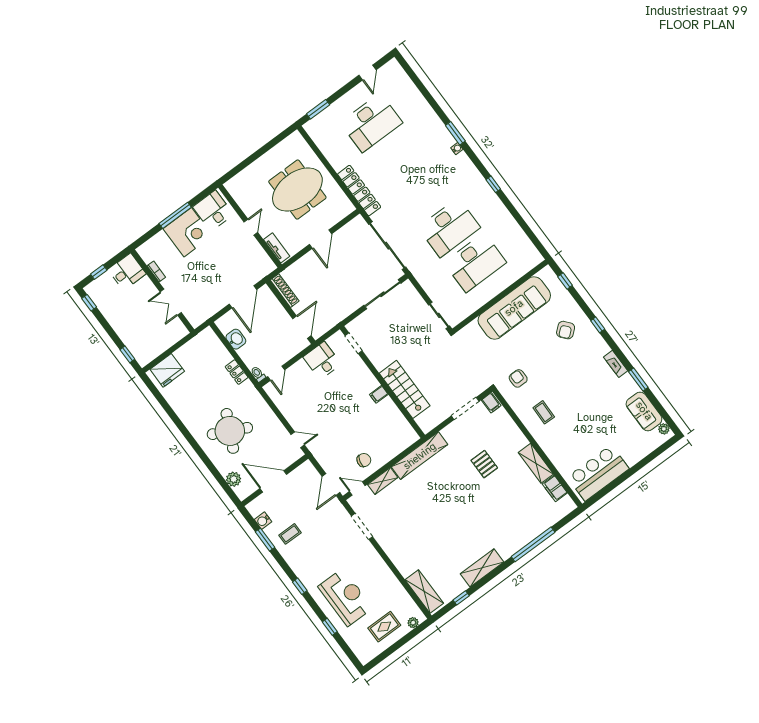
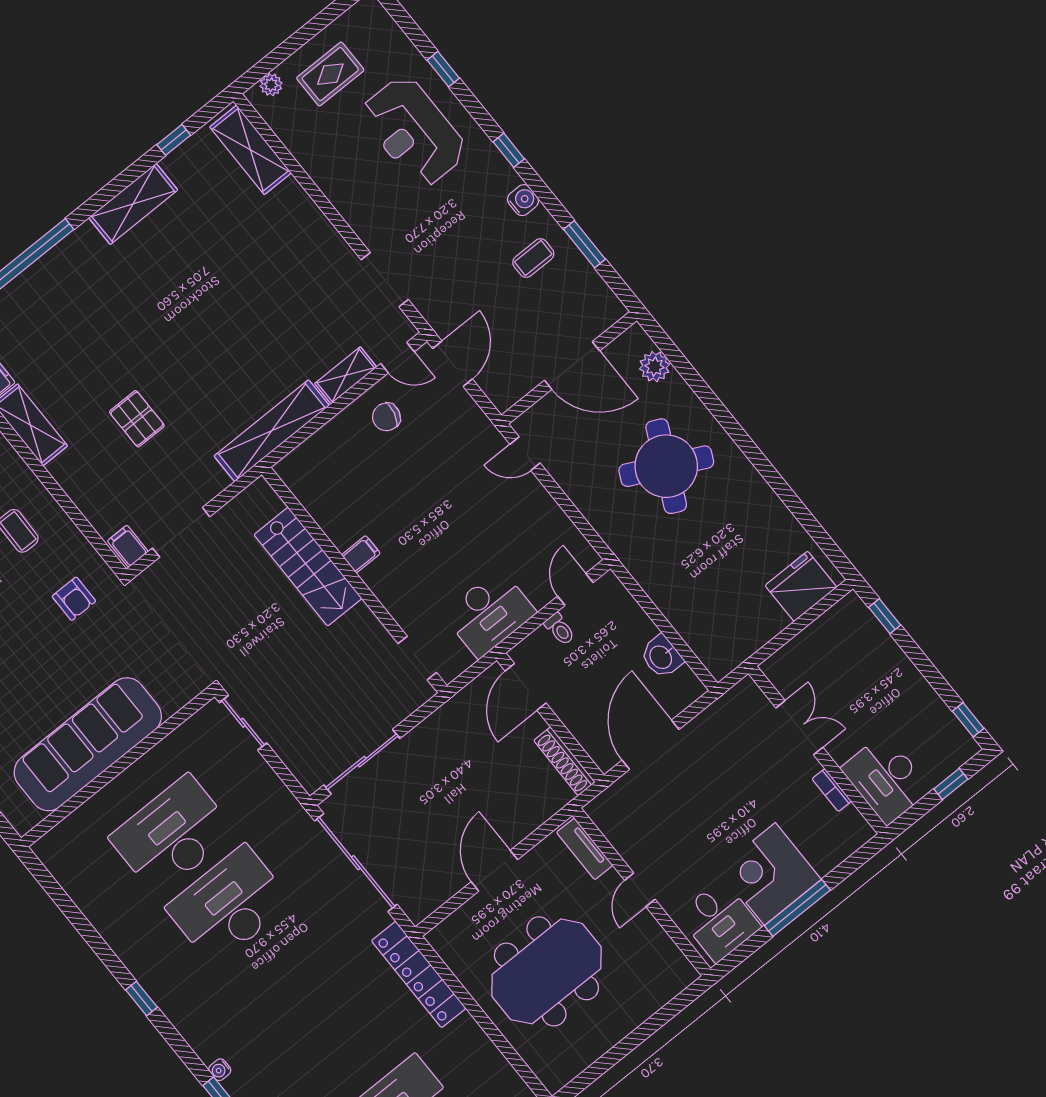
desk: (127, 272) -> (886, 779), width x1.37
desk: (322, 360) -> (489, 613), width x1.37
locker: (237, 372) -> (657, 589), removed
toilet: (258, 374) -> (560, 629), moved
water cooler: (263, 521) -> (523, 200), moved

